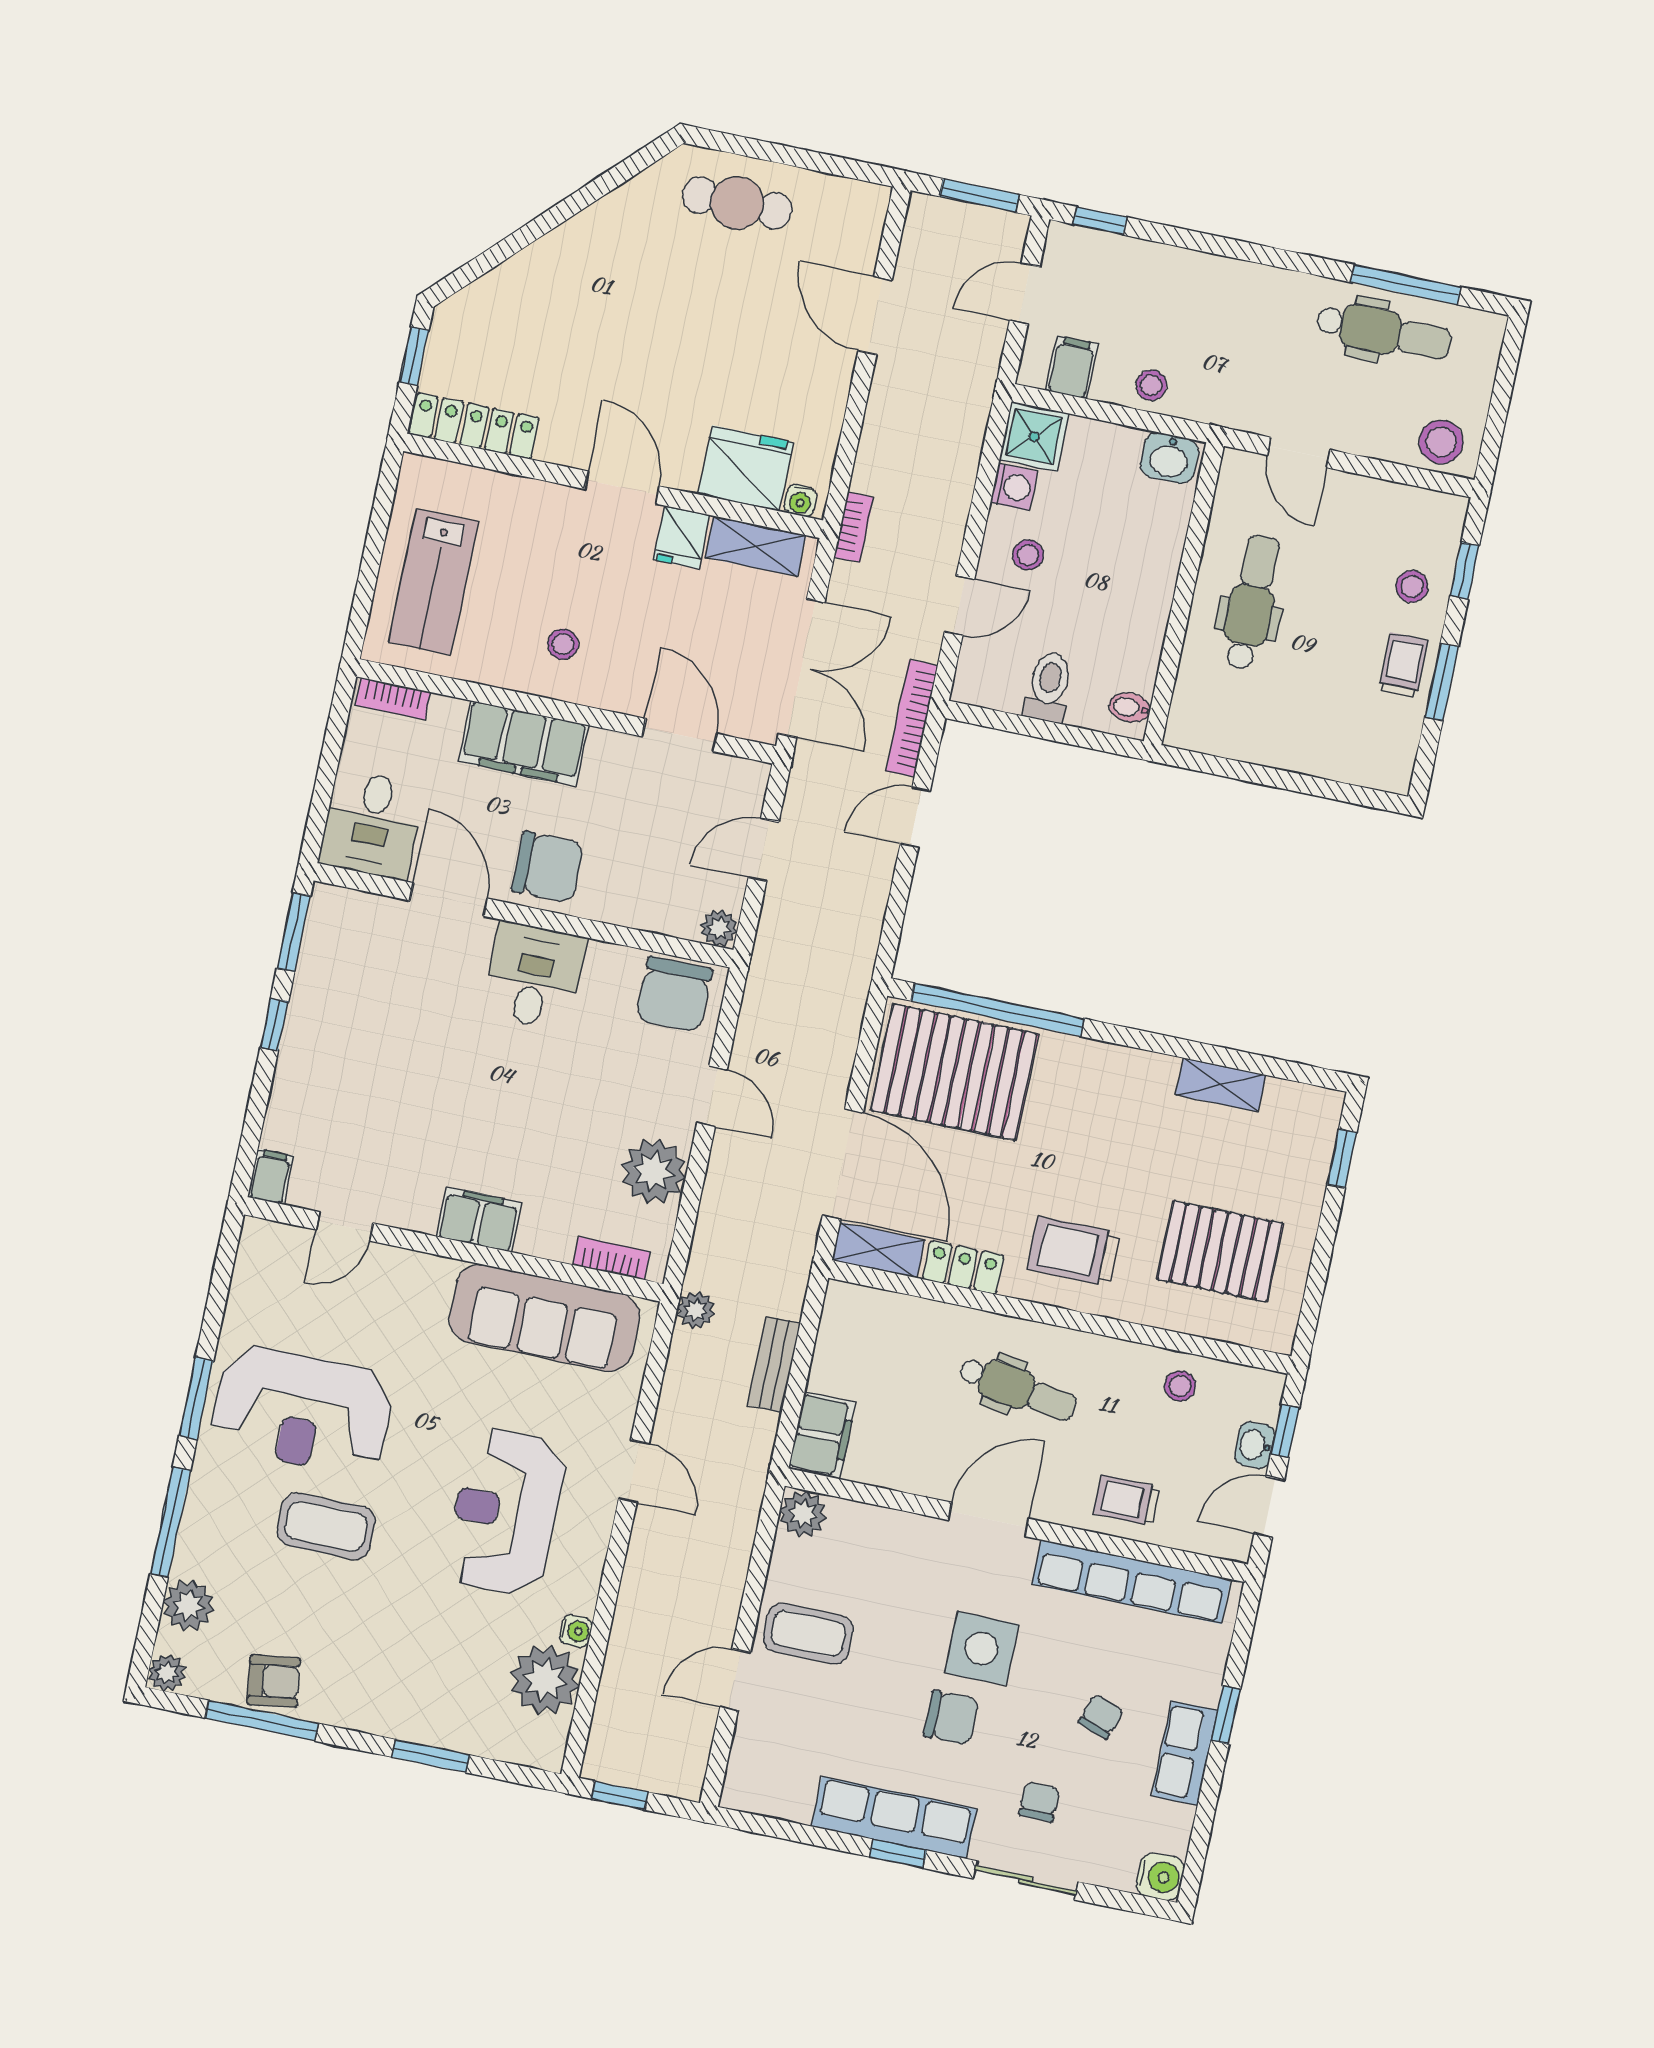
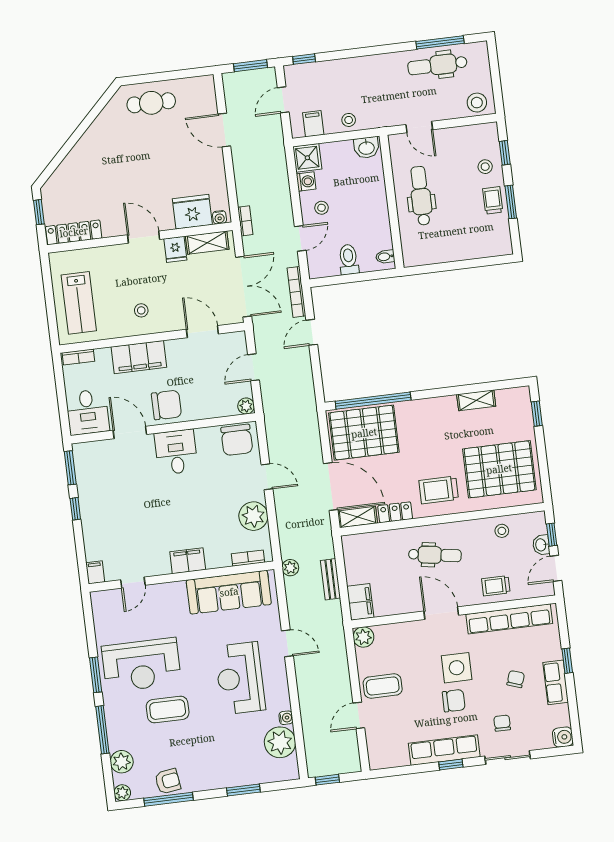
dental chair: (1384, 332) -> (437, 65), turned 180
pallet: (1220, 1251) -> (499, 469), width x1.37, depth x1.41
door: (988, 1519) -> (441, 613), hinge flipped

